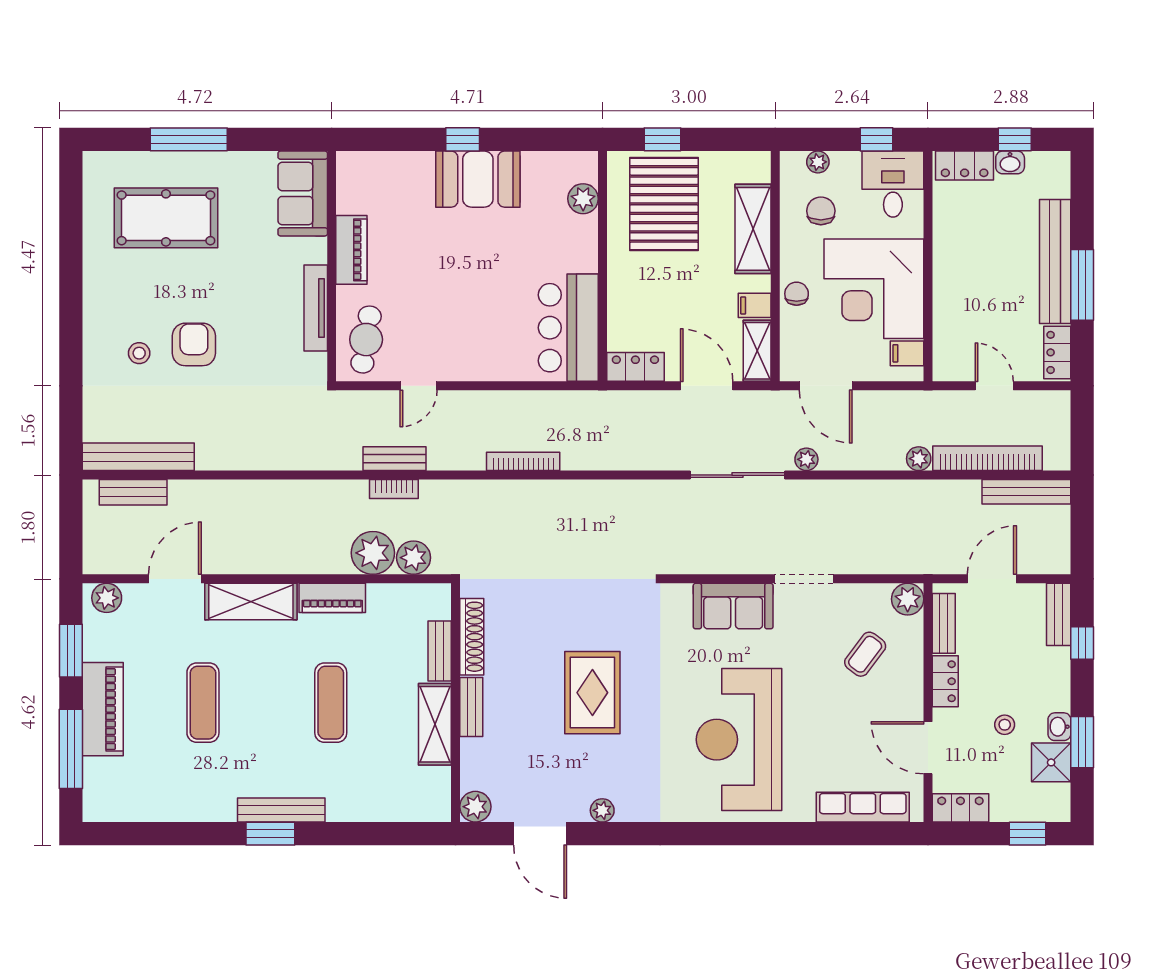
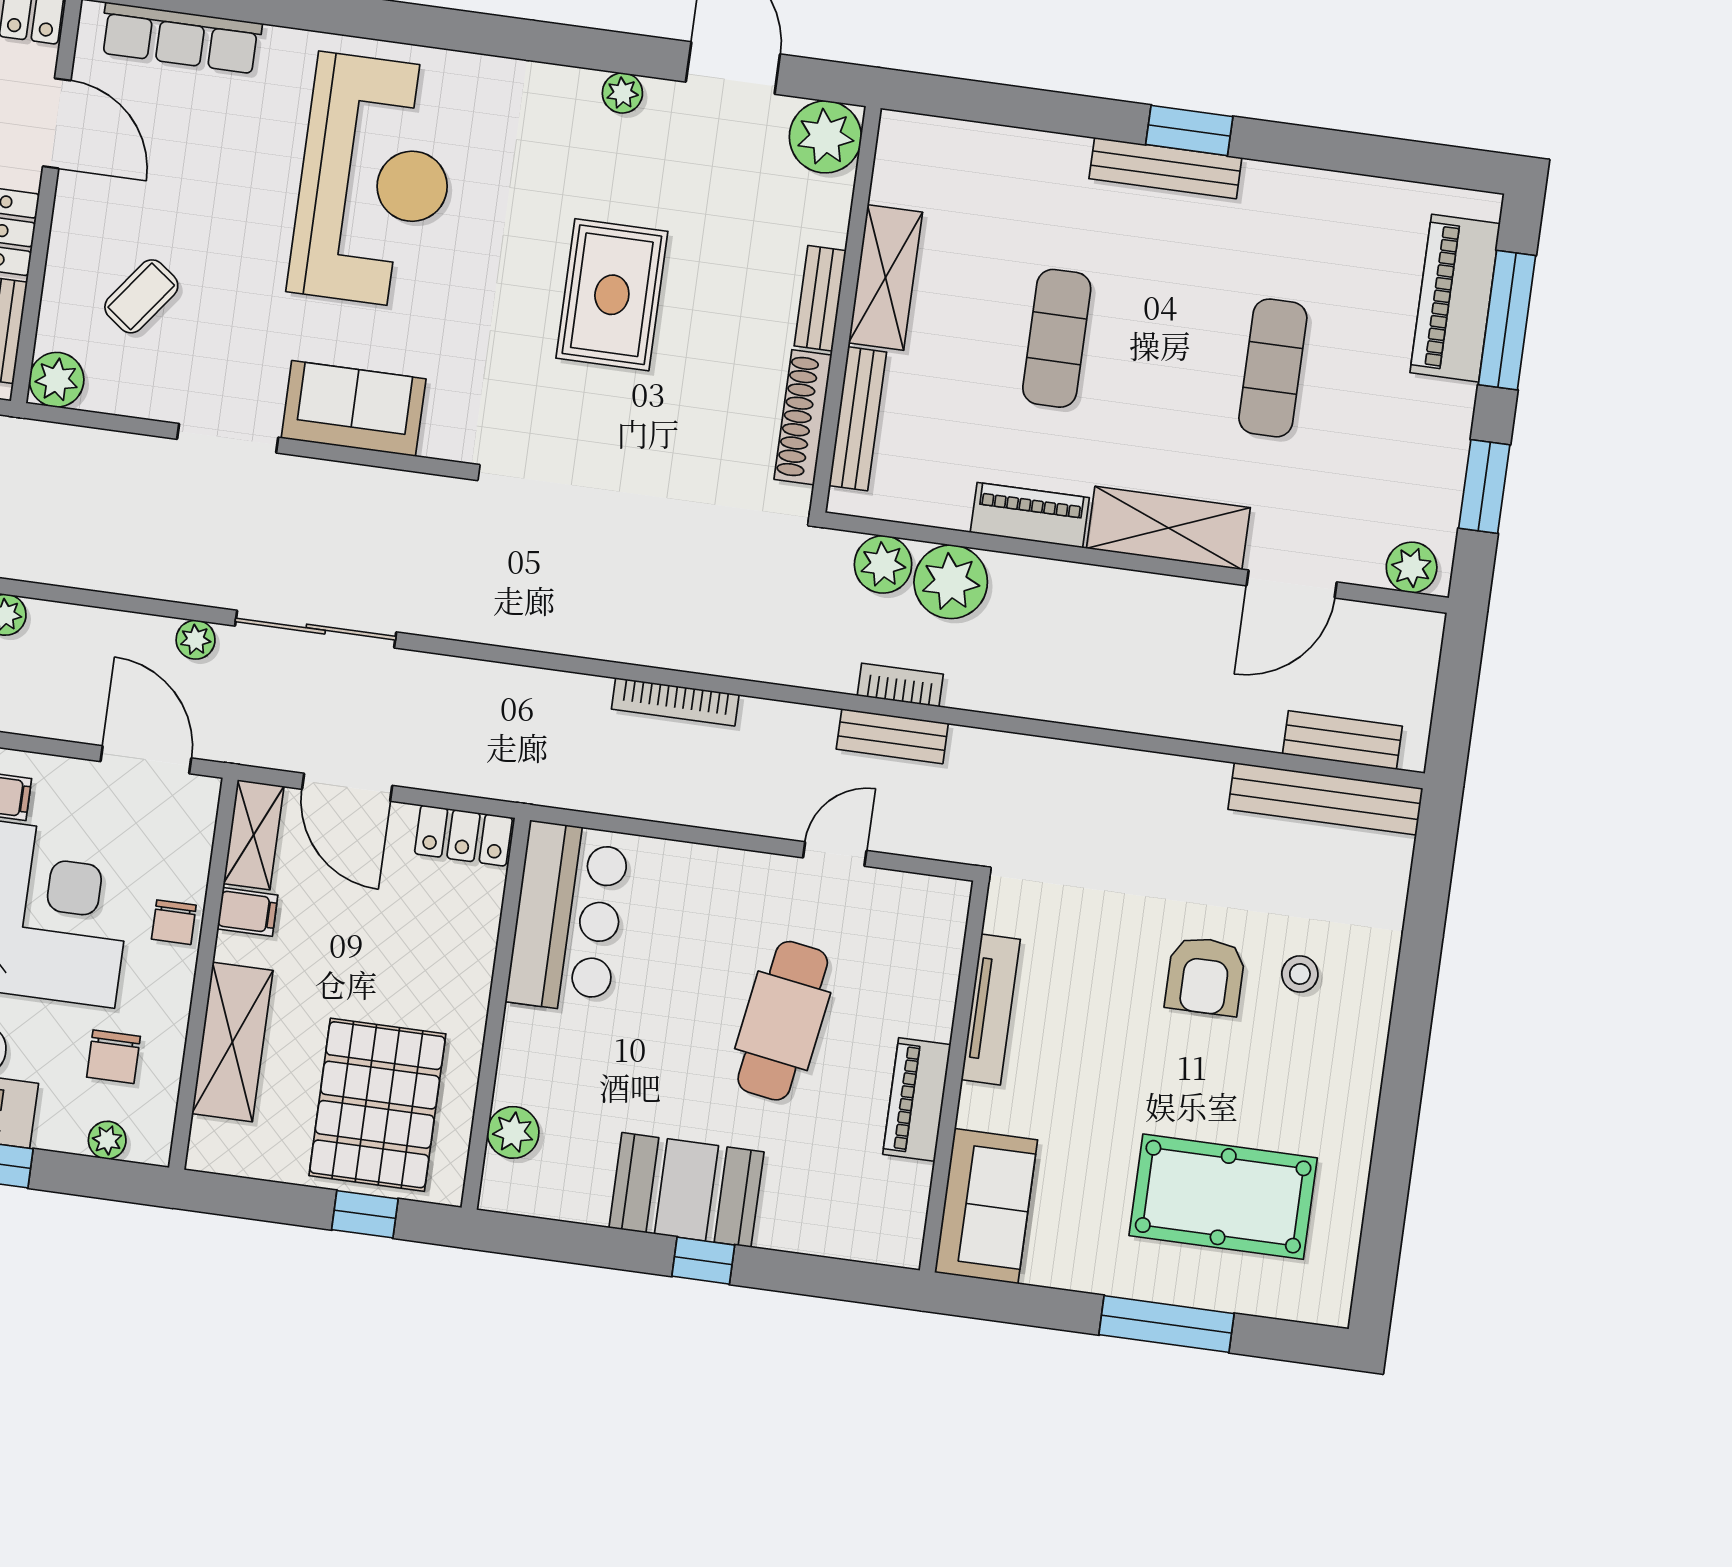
cafe table: (366, 340) -> (783, 1021), moved, width x1.37, depth x1.35
bench: (440, 651) -> (858, 419), width x1.36
piano: (103, 709) -> (1455, 298), moved
plant: (475, 807) -> (825, 137), width x1.36, depth x1.36

